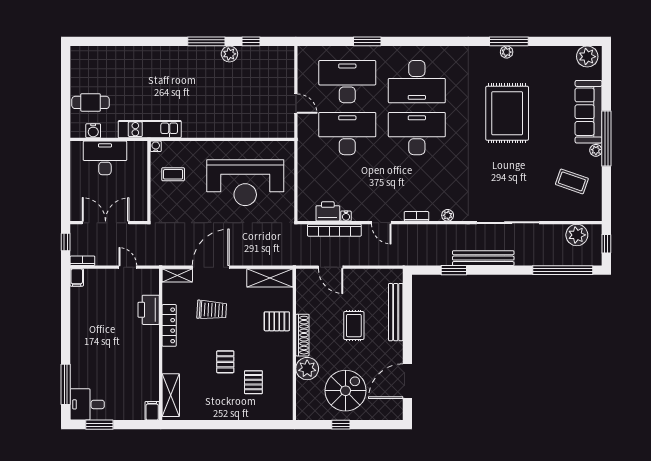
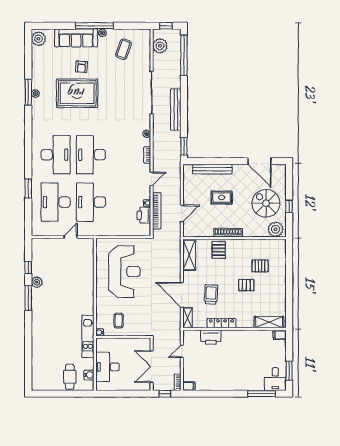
armchair: (546, 120) -> (81, 67), added
window: (454, 270) -> (184, 146), moved
plant: (307, 369) -> (276, 229), moved

